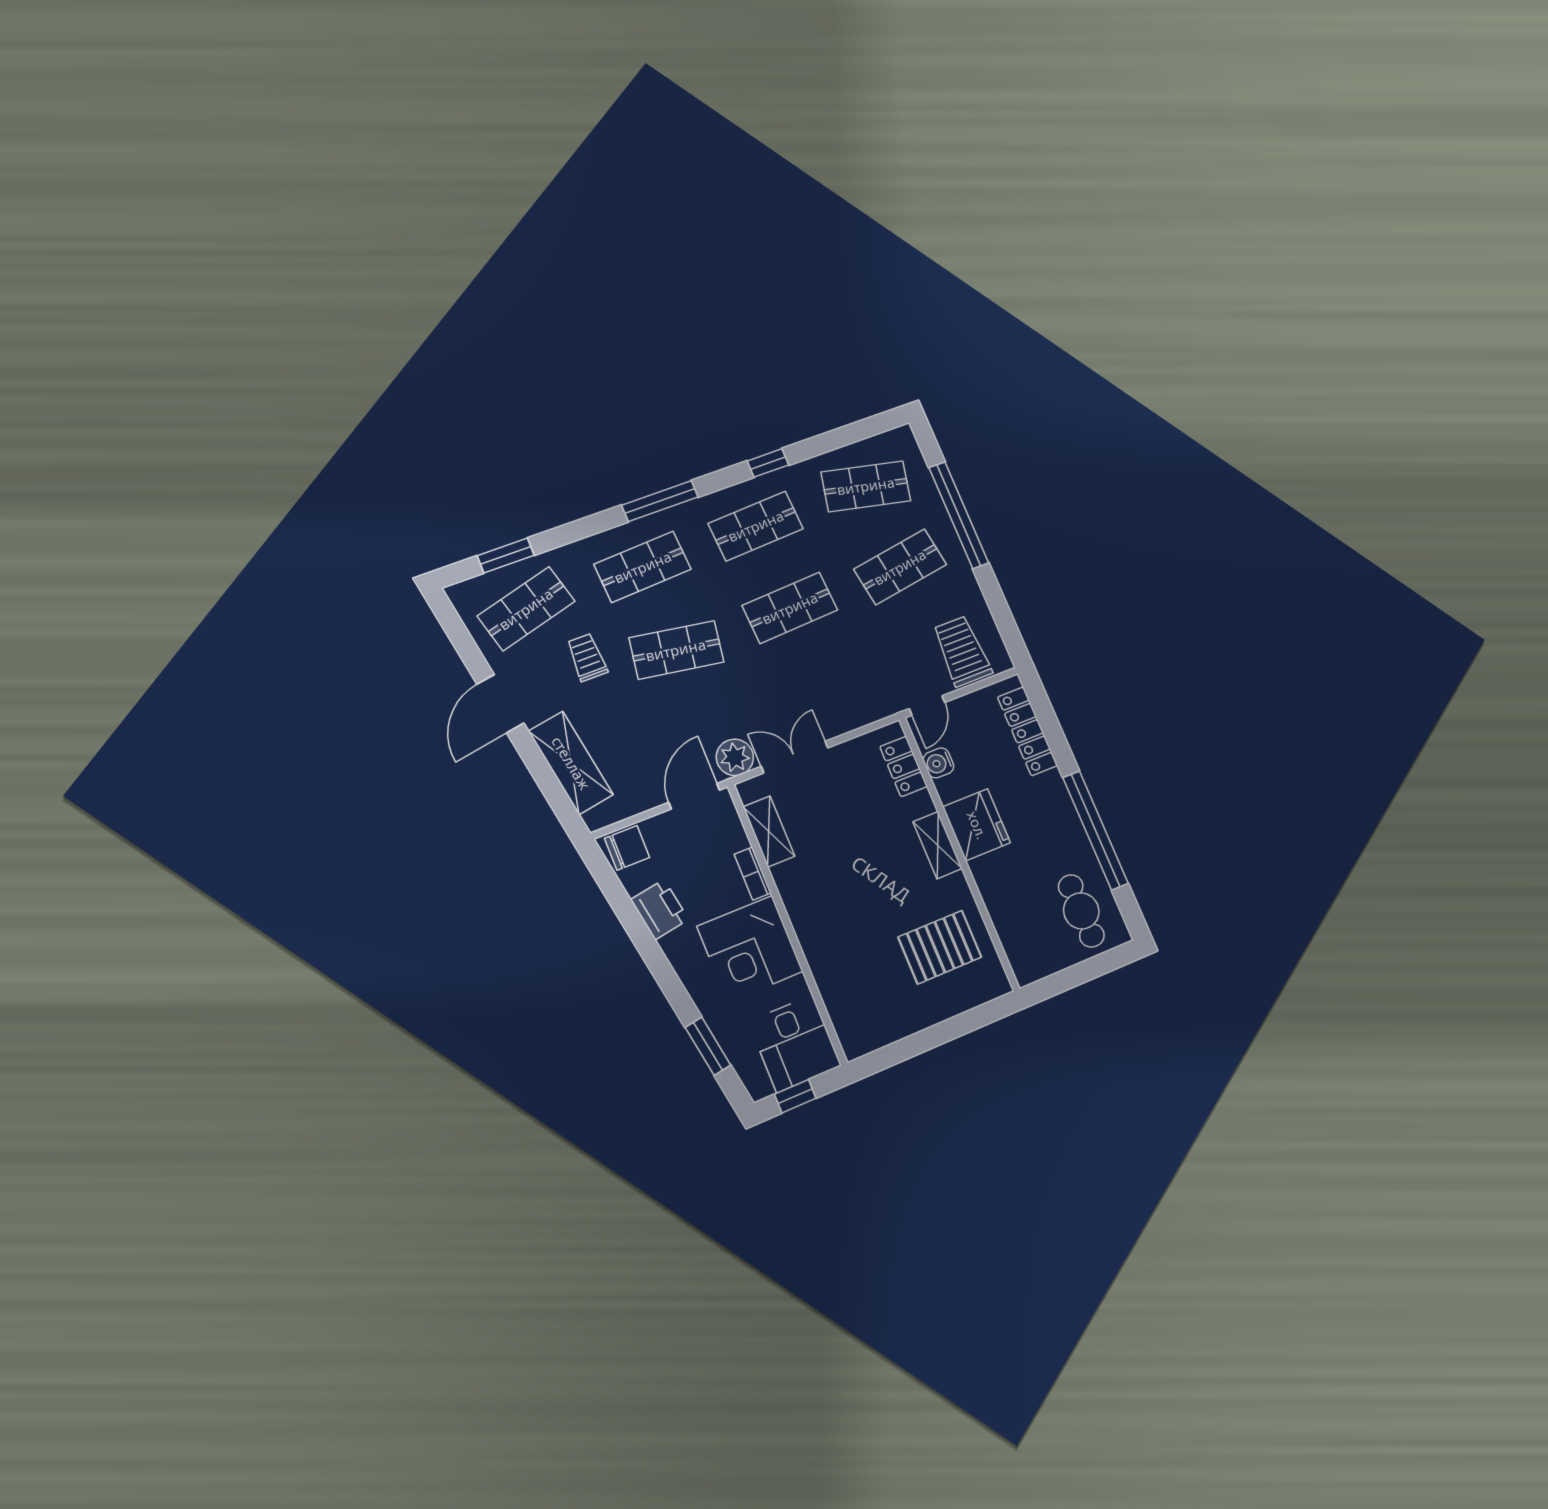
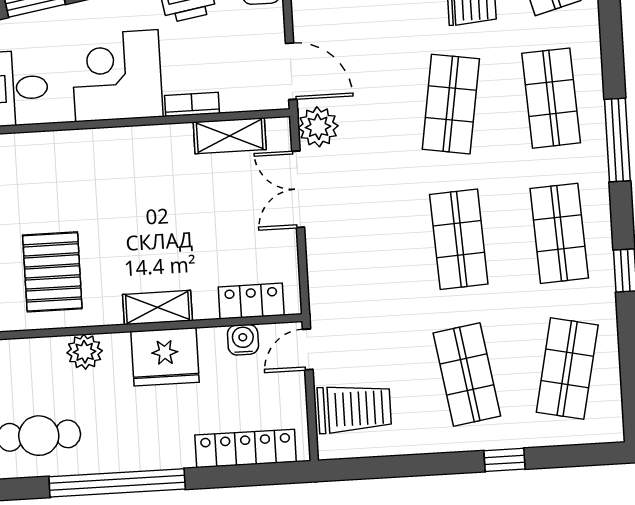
window: (959, 515) -> (504, 460), width x0.32
door: (927, 706) -> (308, 349), hinge flipped
double door: (795, 757) -> (298, 189), swing flipped
plant: (997, 896) -> (85, 352), added

